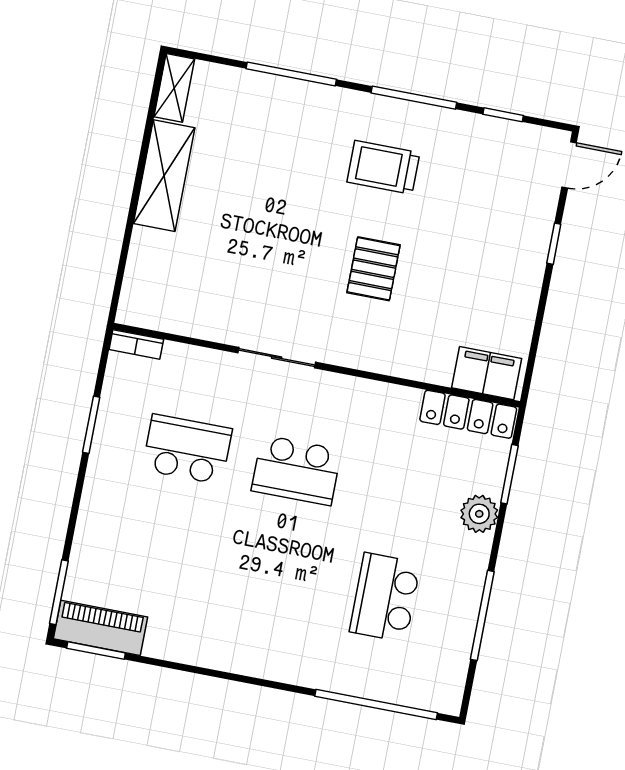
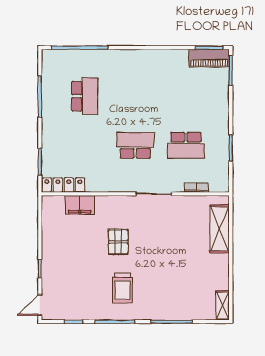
trolley: (383, 167) -> (122, 288), turned 90
shelving: (164, 176) -> (220, 229), moved
bookcase: (136, 344) -> (196, 188), moved
filing cabinet: (487, 373) -> (80, 205), moved
plant: (479, 514) -> (50, 142), removed

